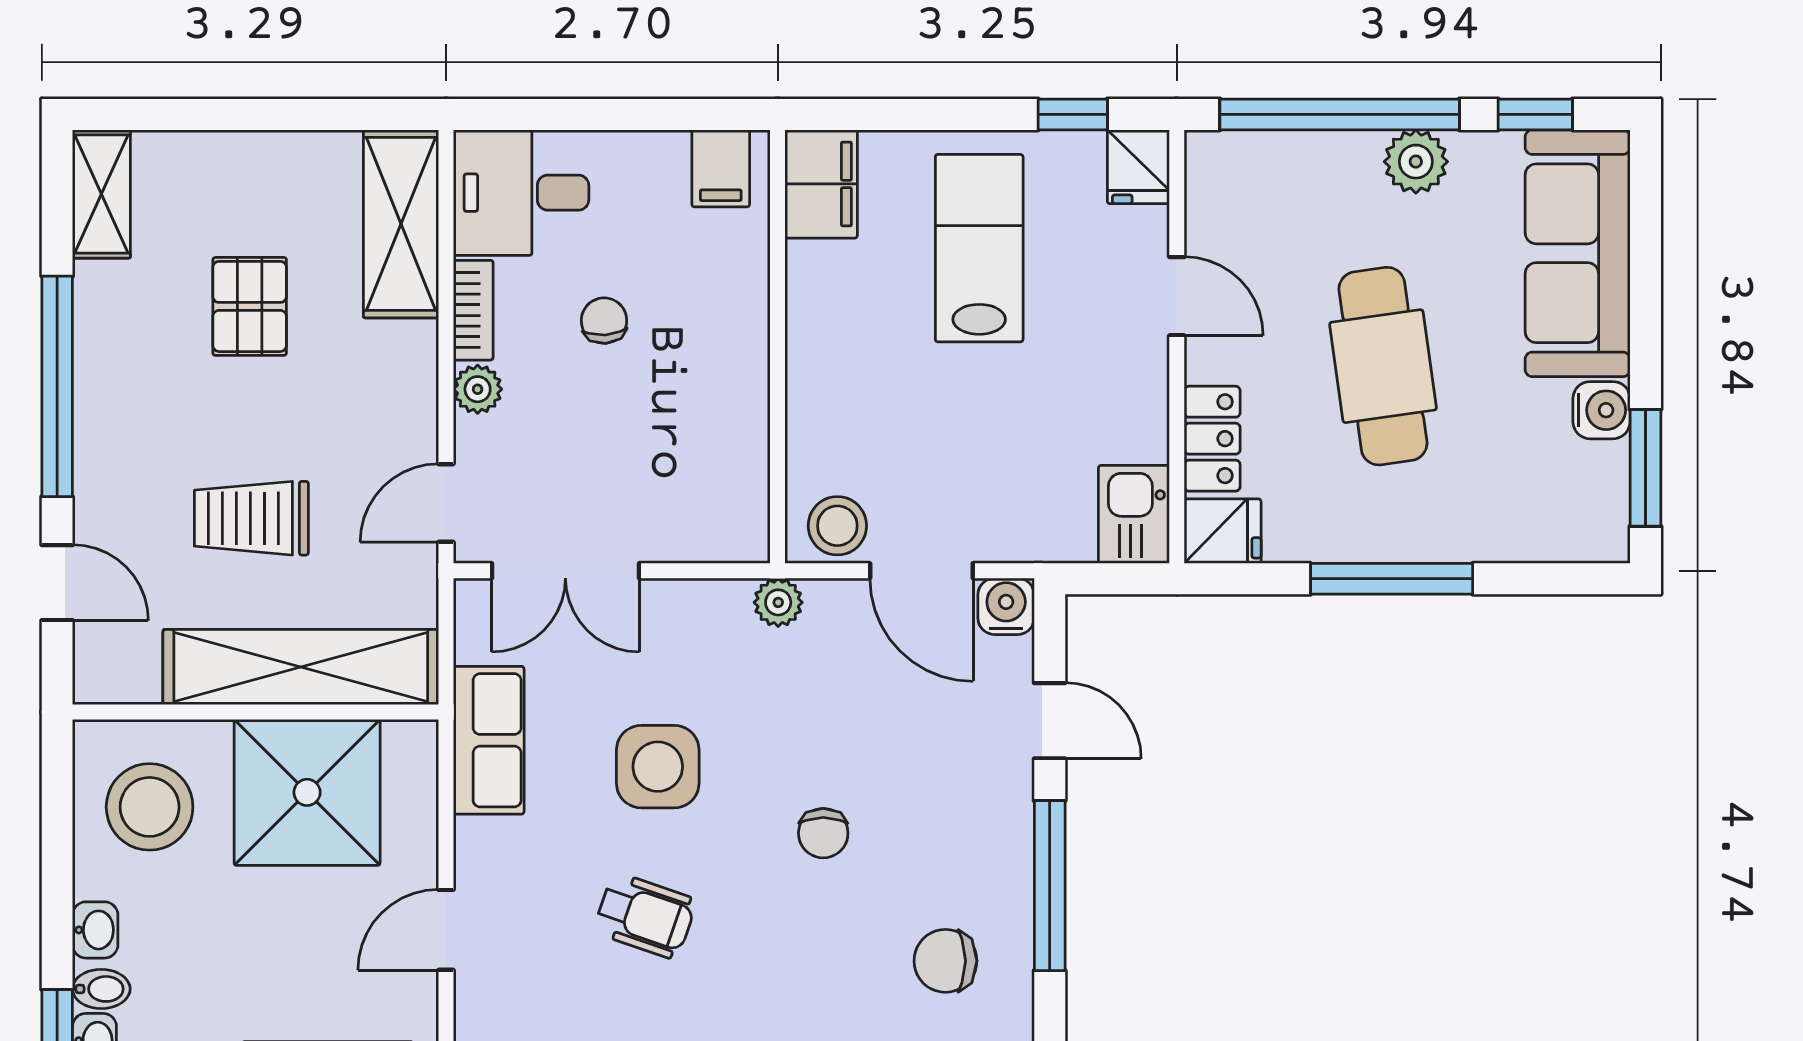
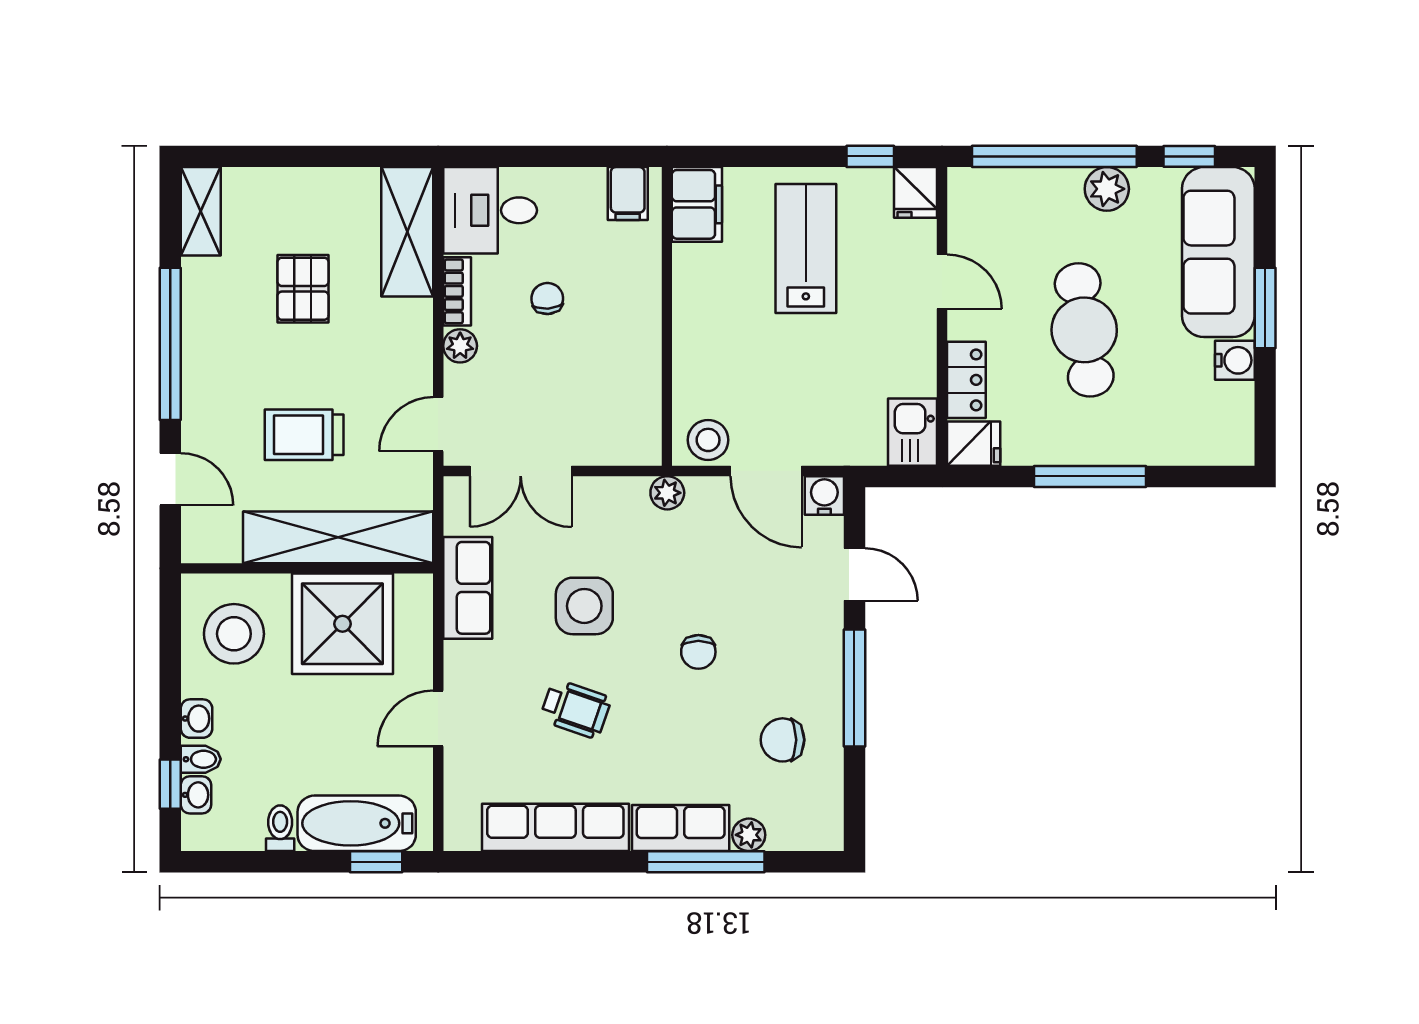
window: (1645, 468) -> (1265, 308), moved

